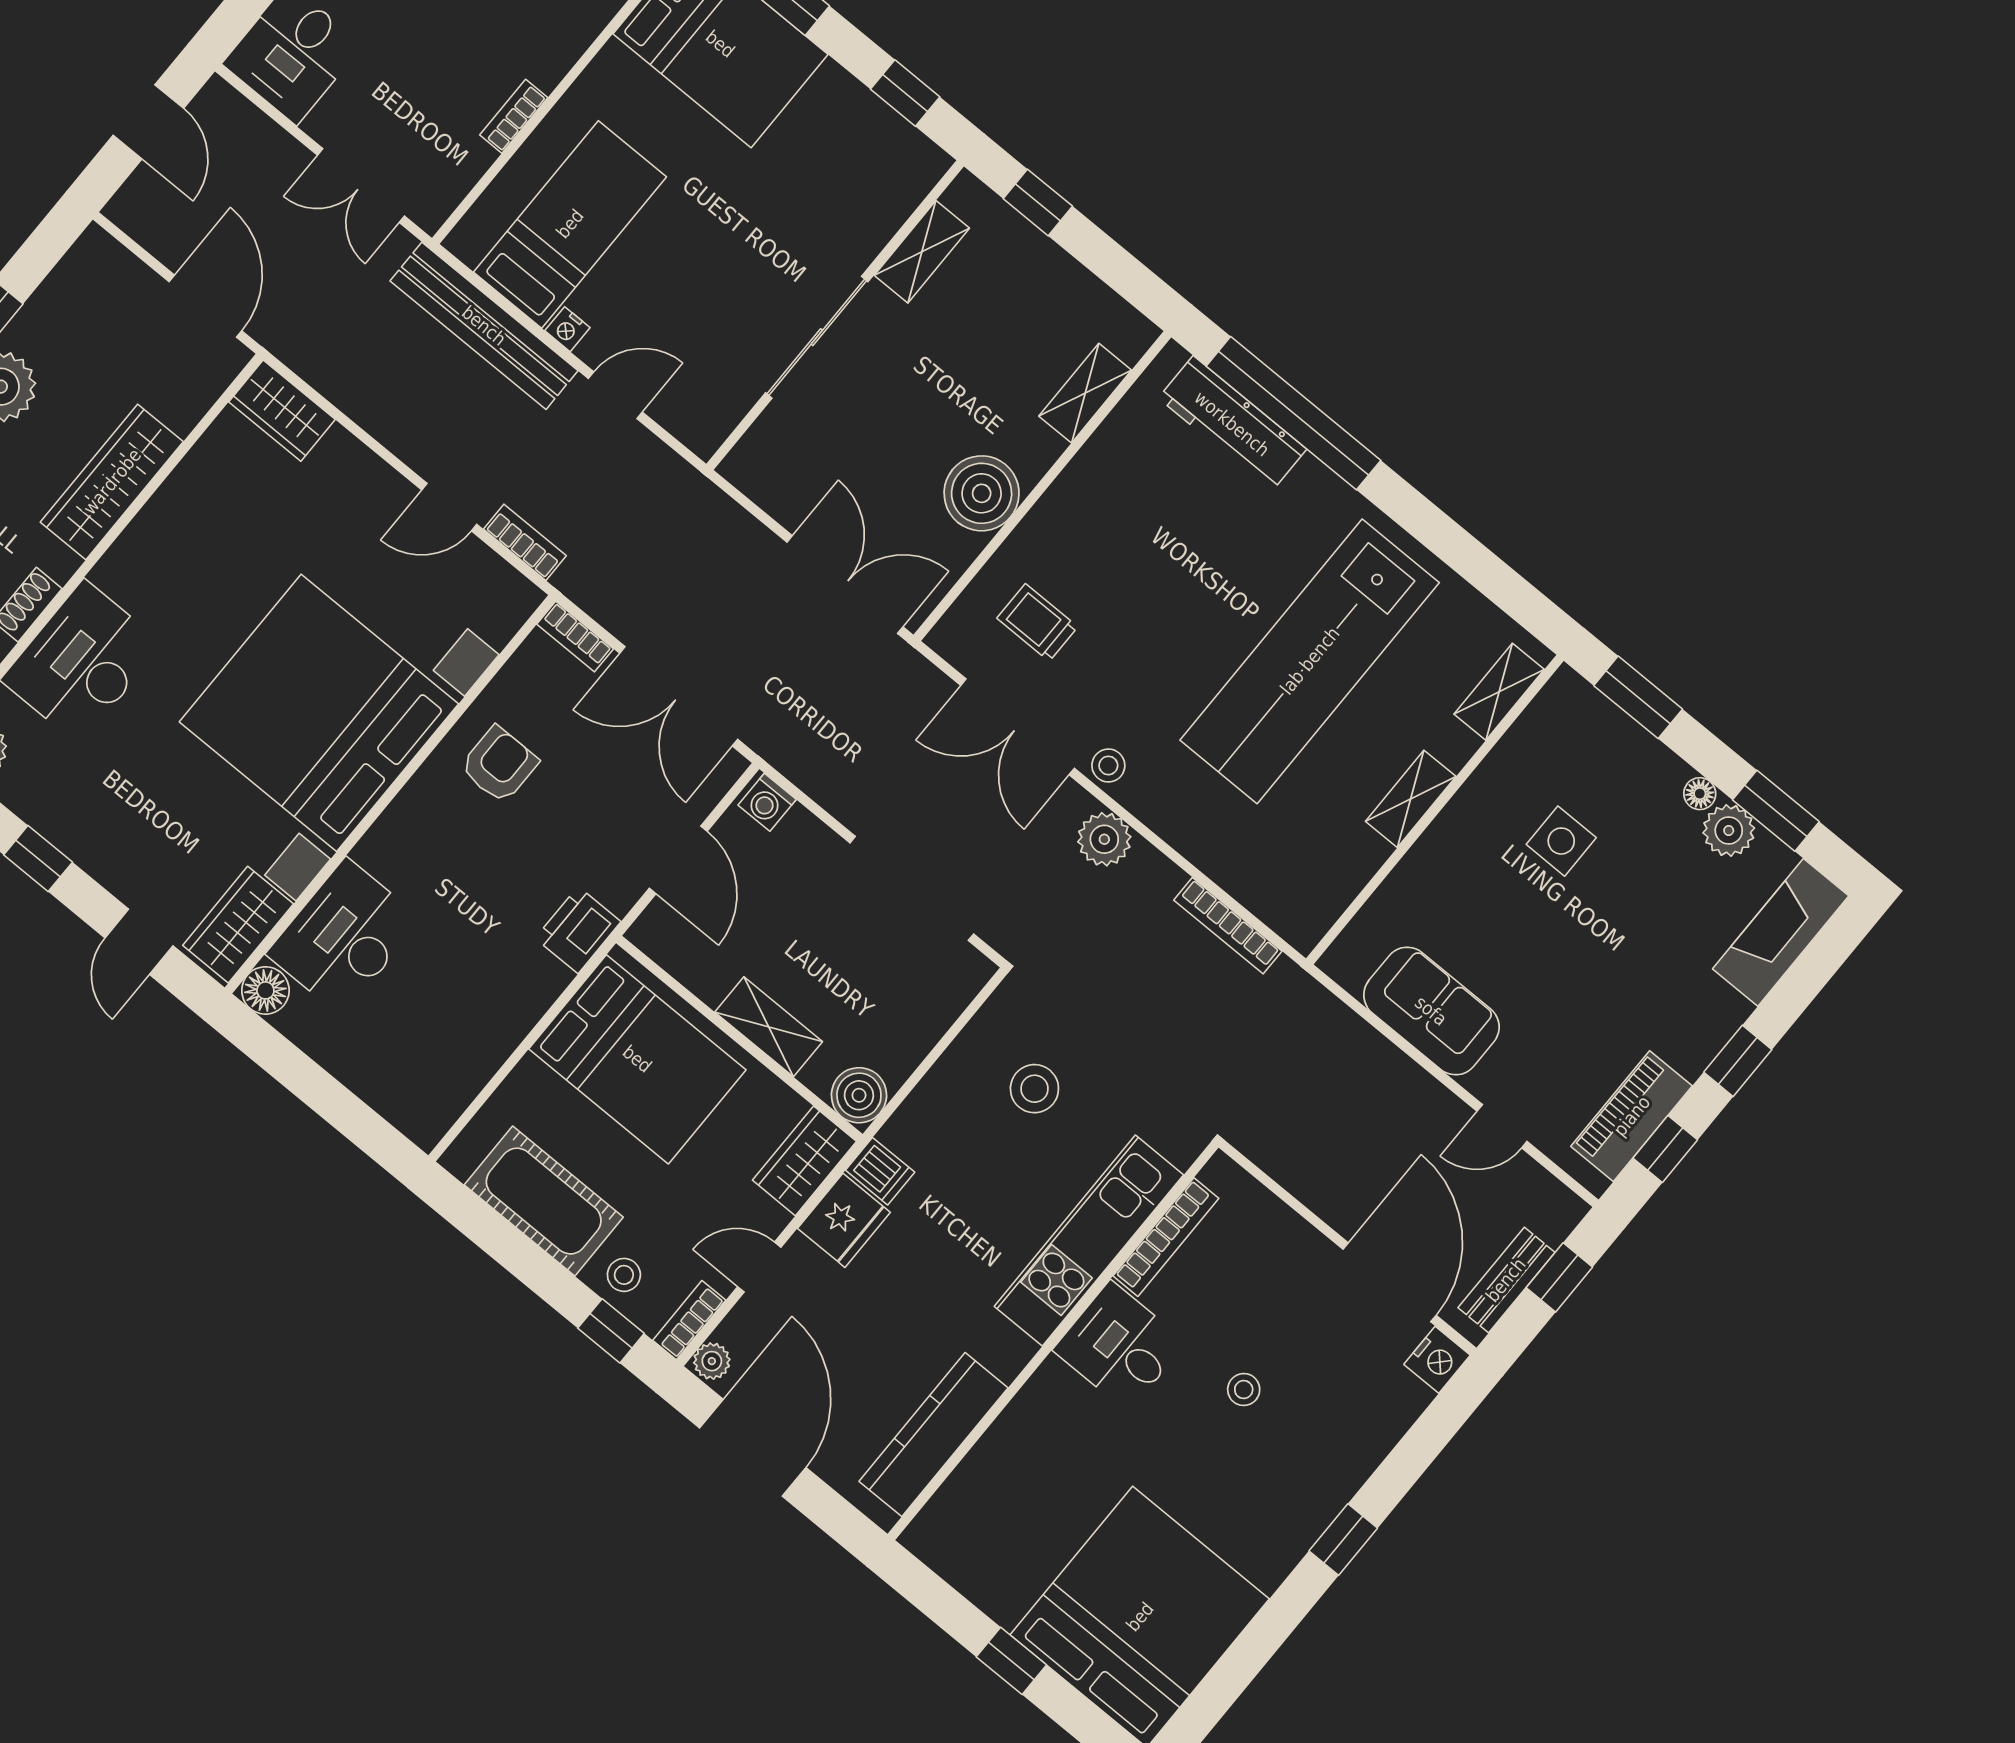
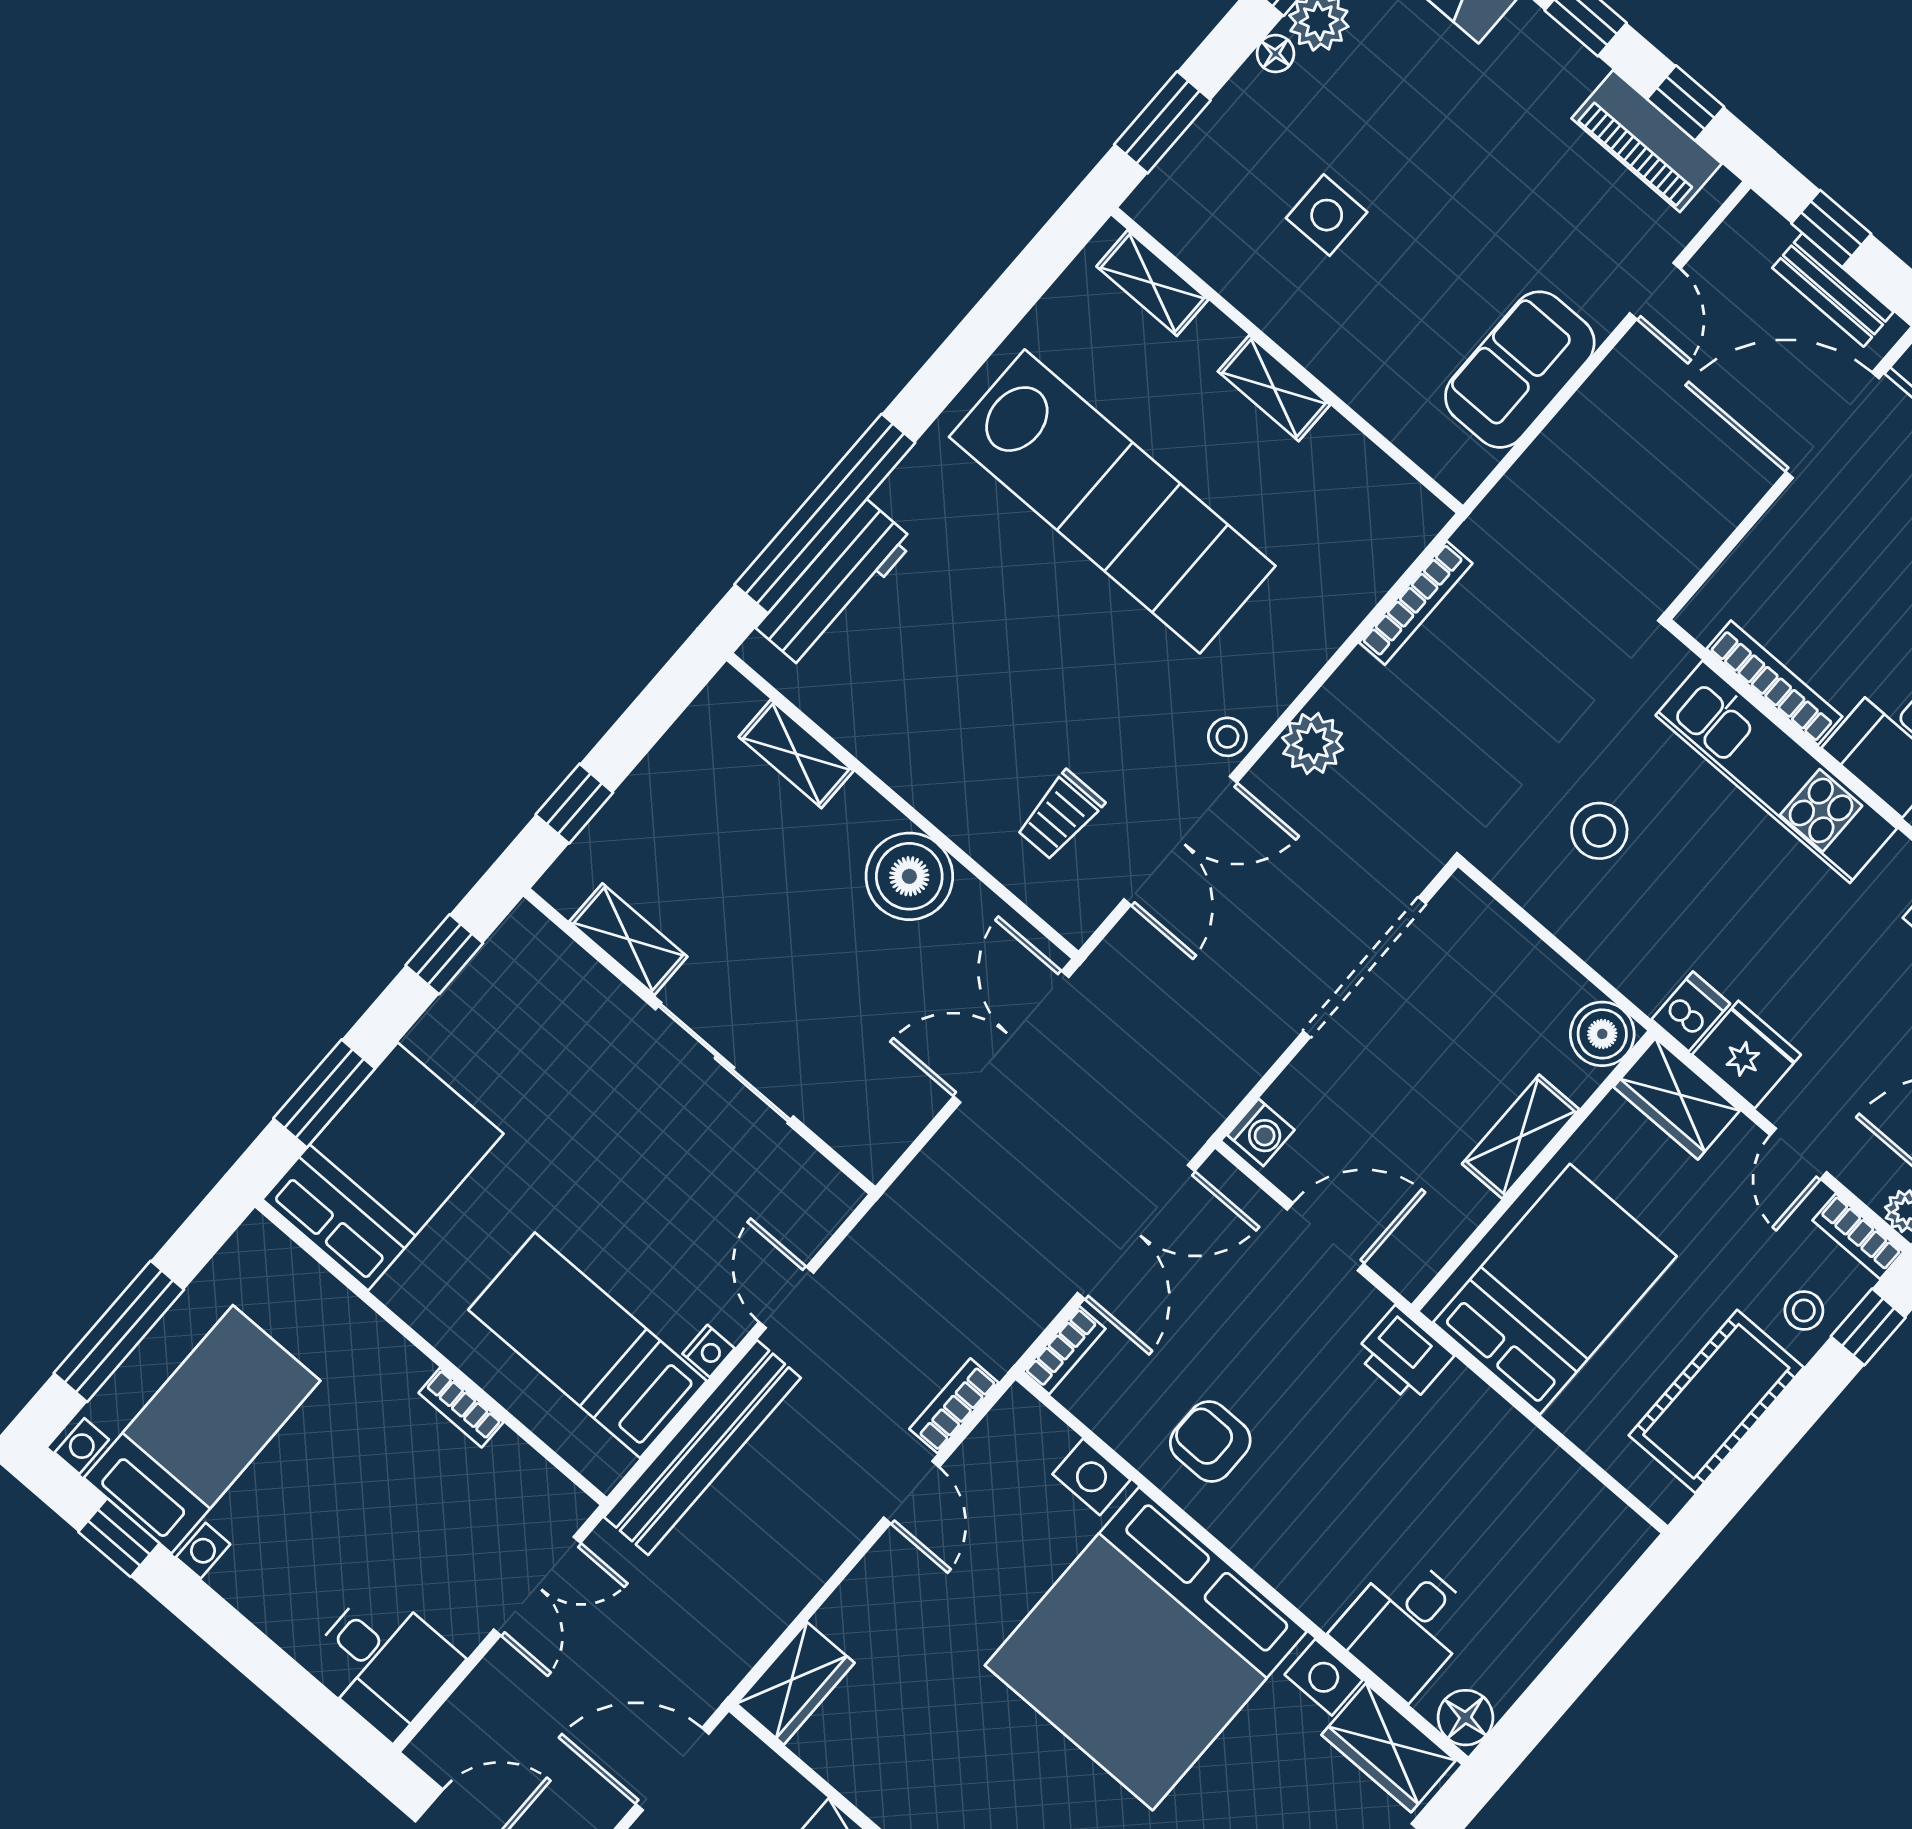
desk: (344, 937) -> (1405, 1625), width x0.73

